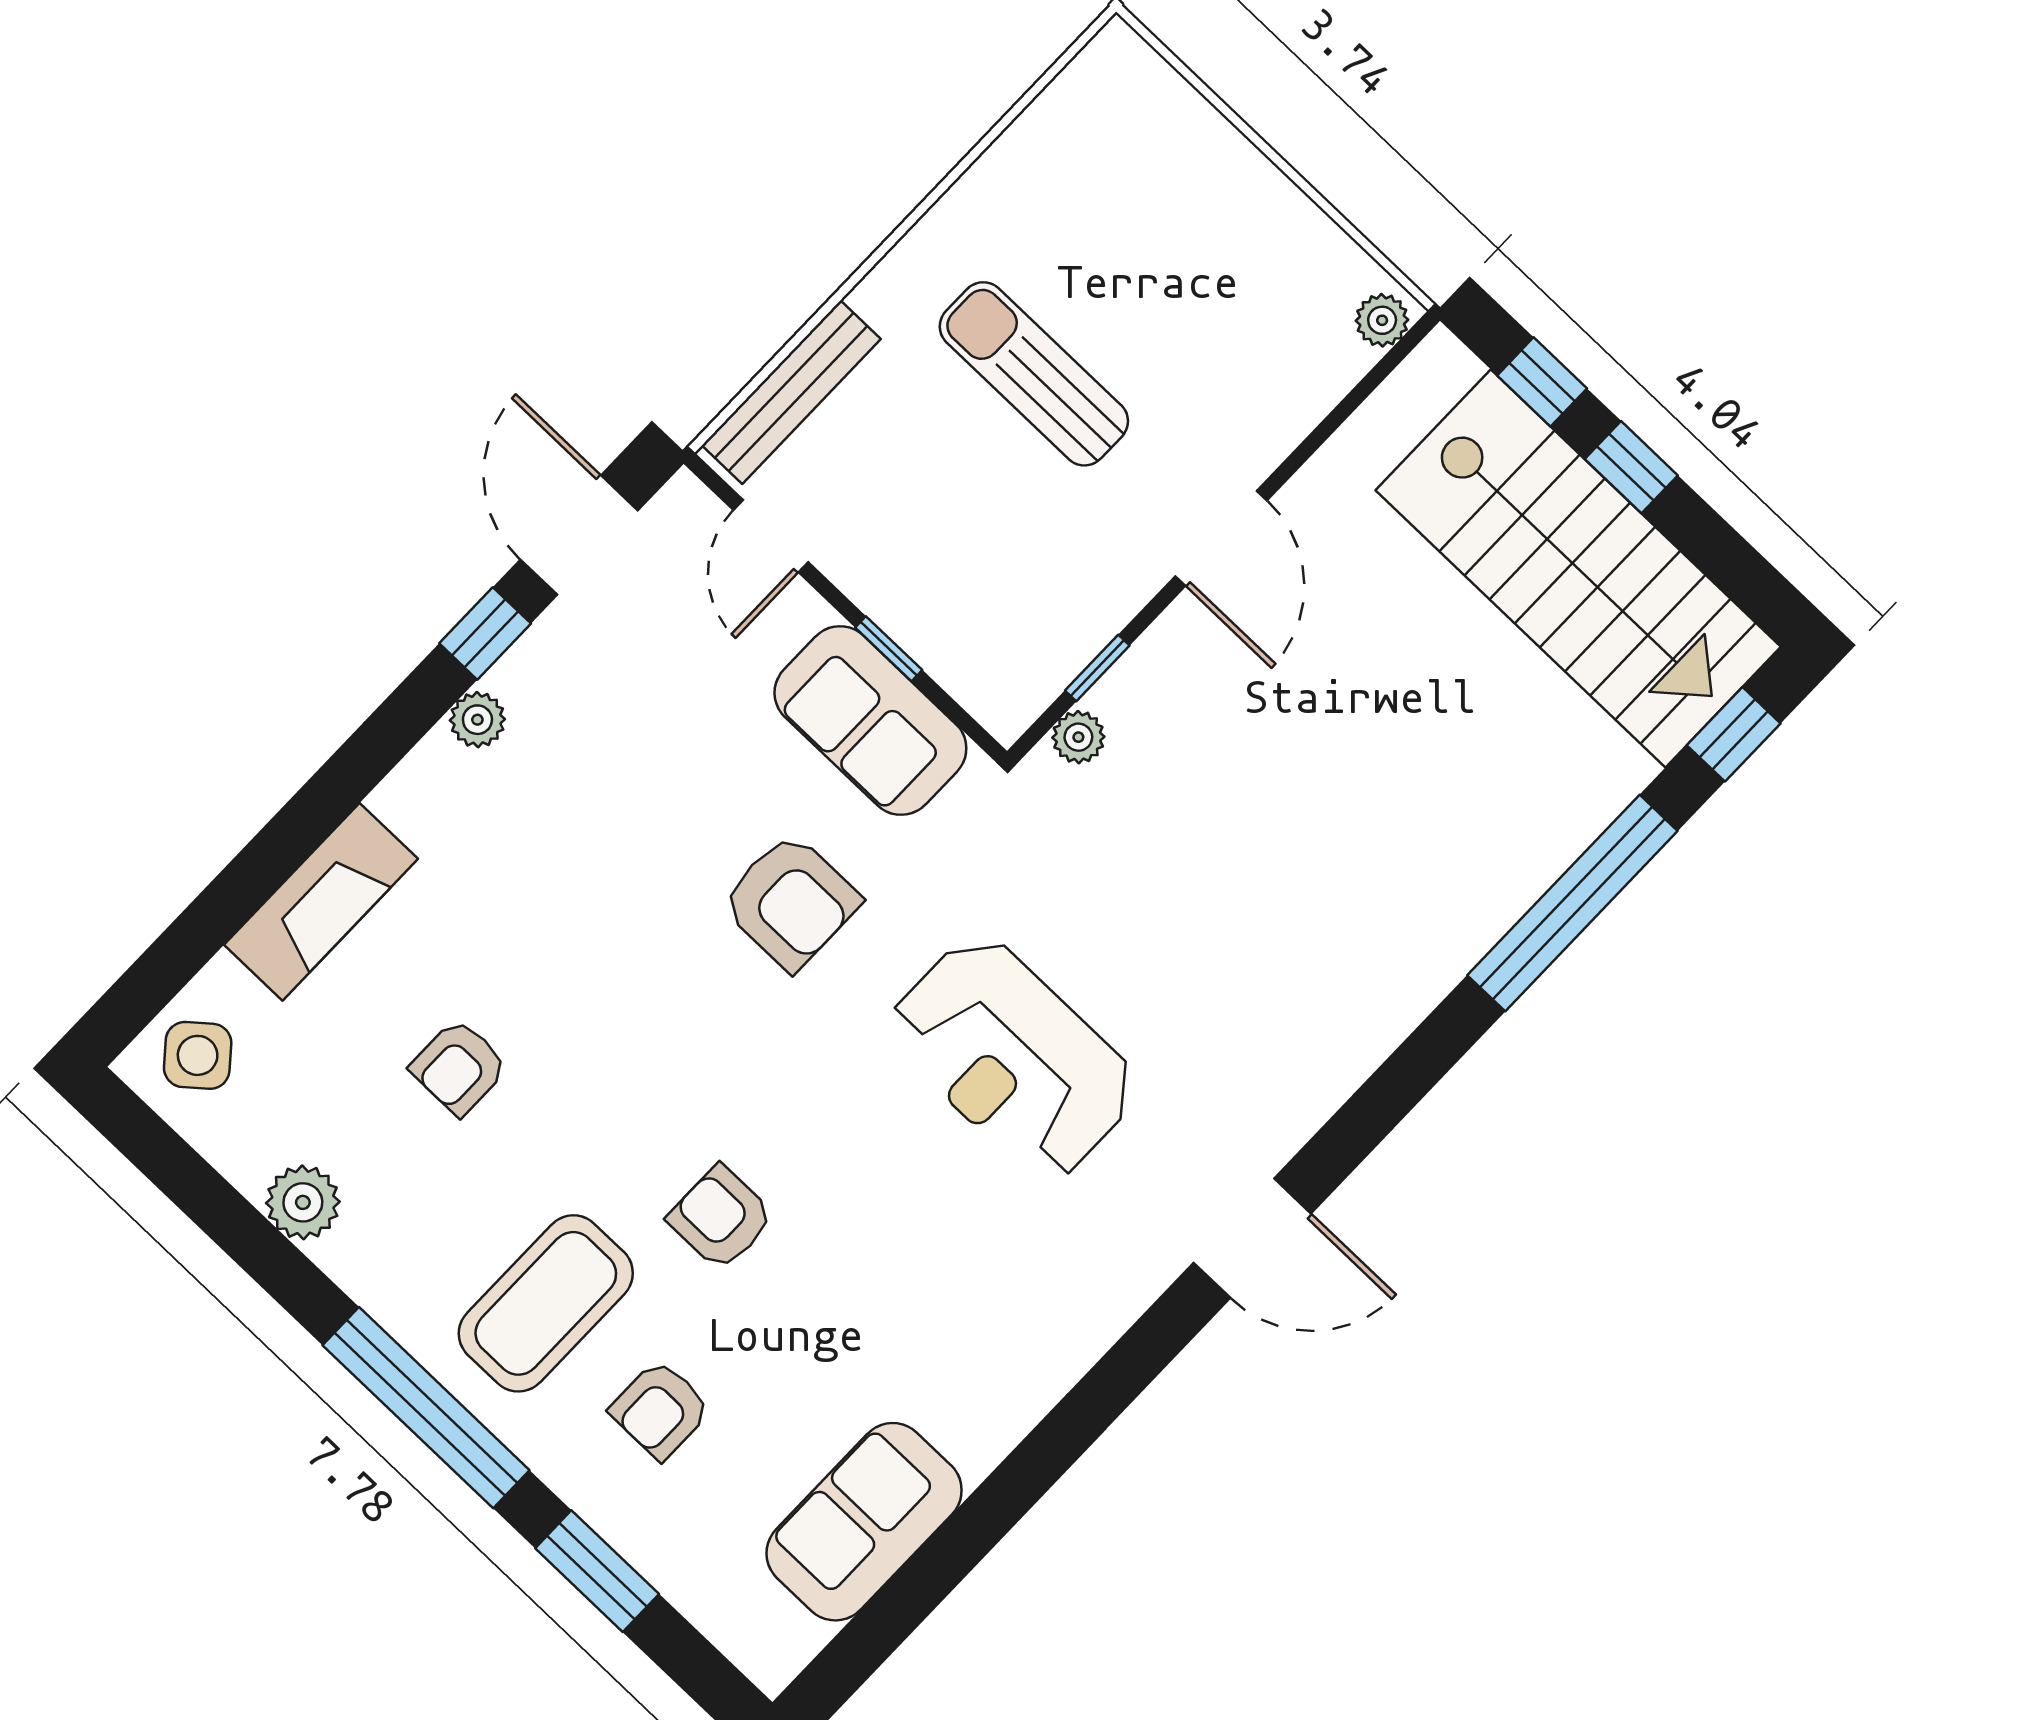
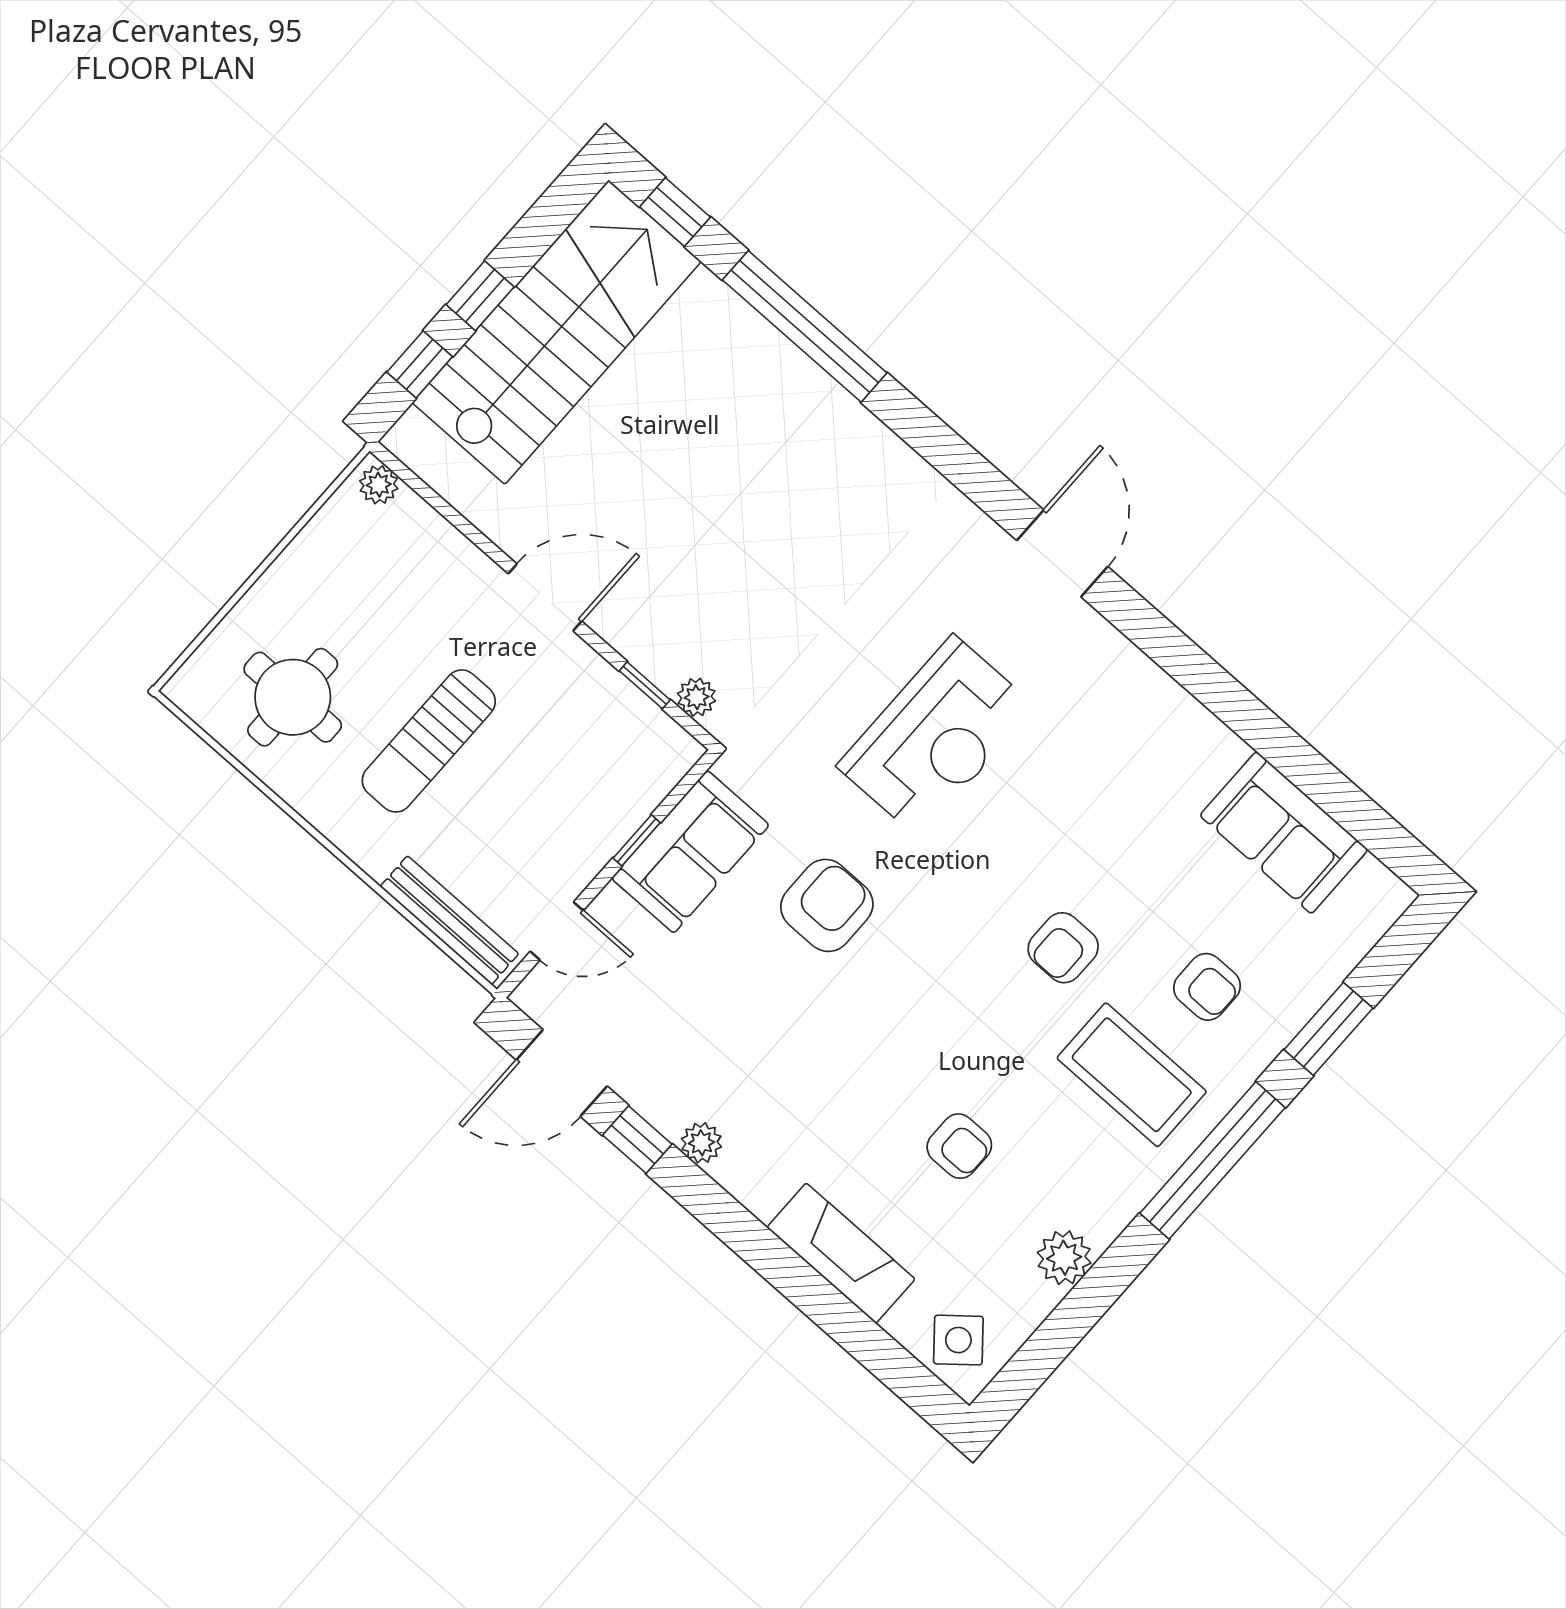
round table: (1100, 193) -> (293, 697), added

